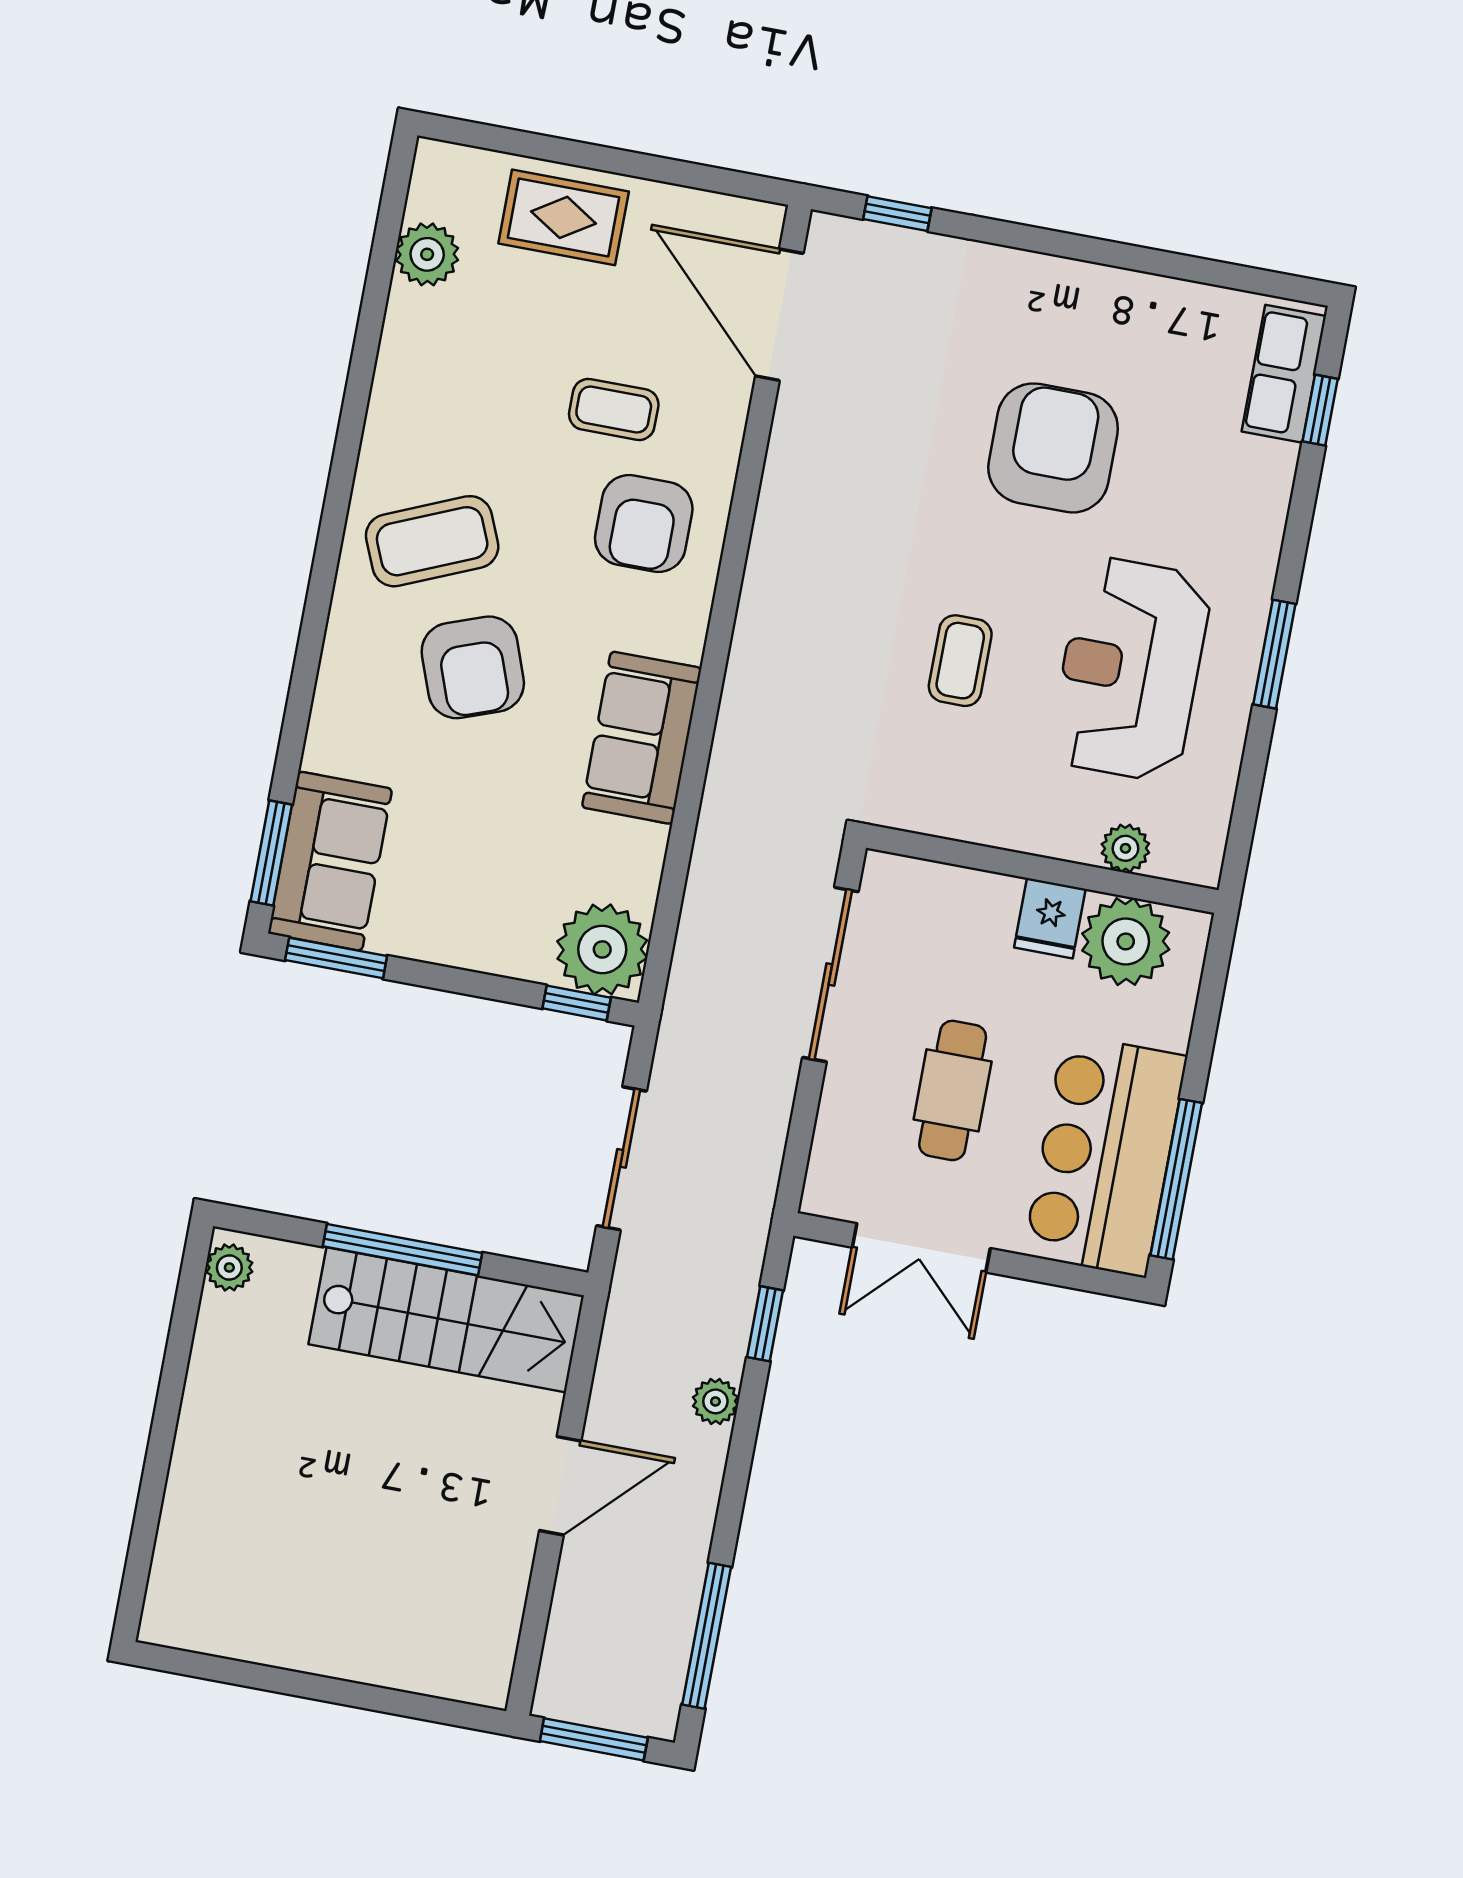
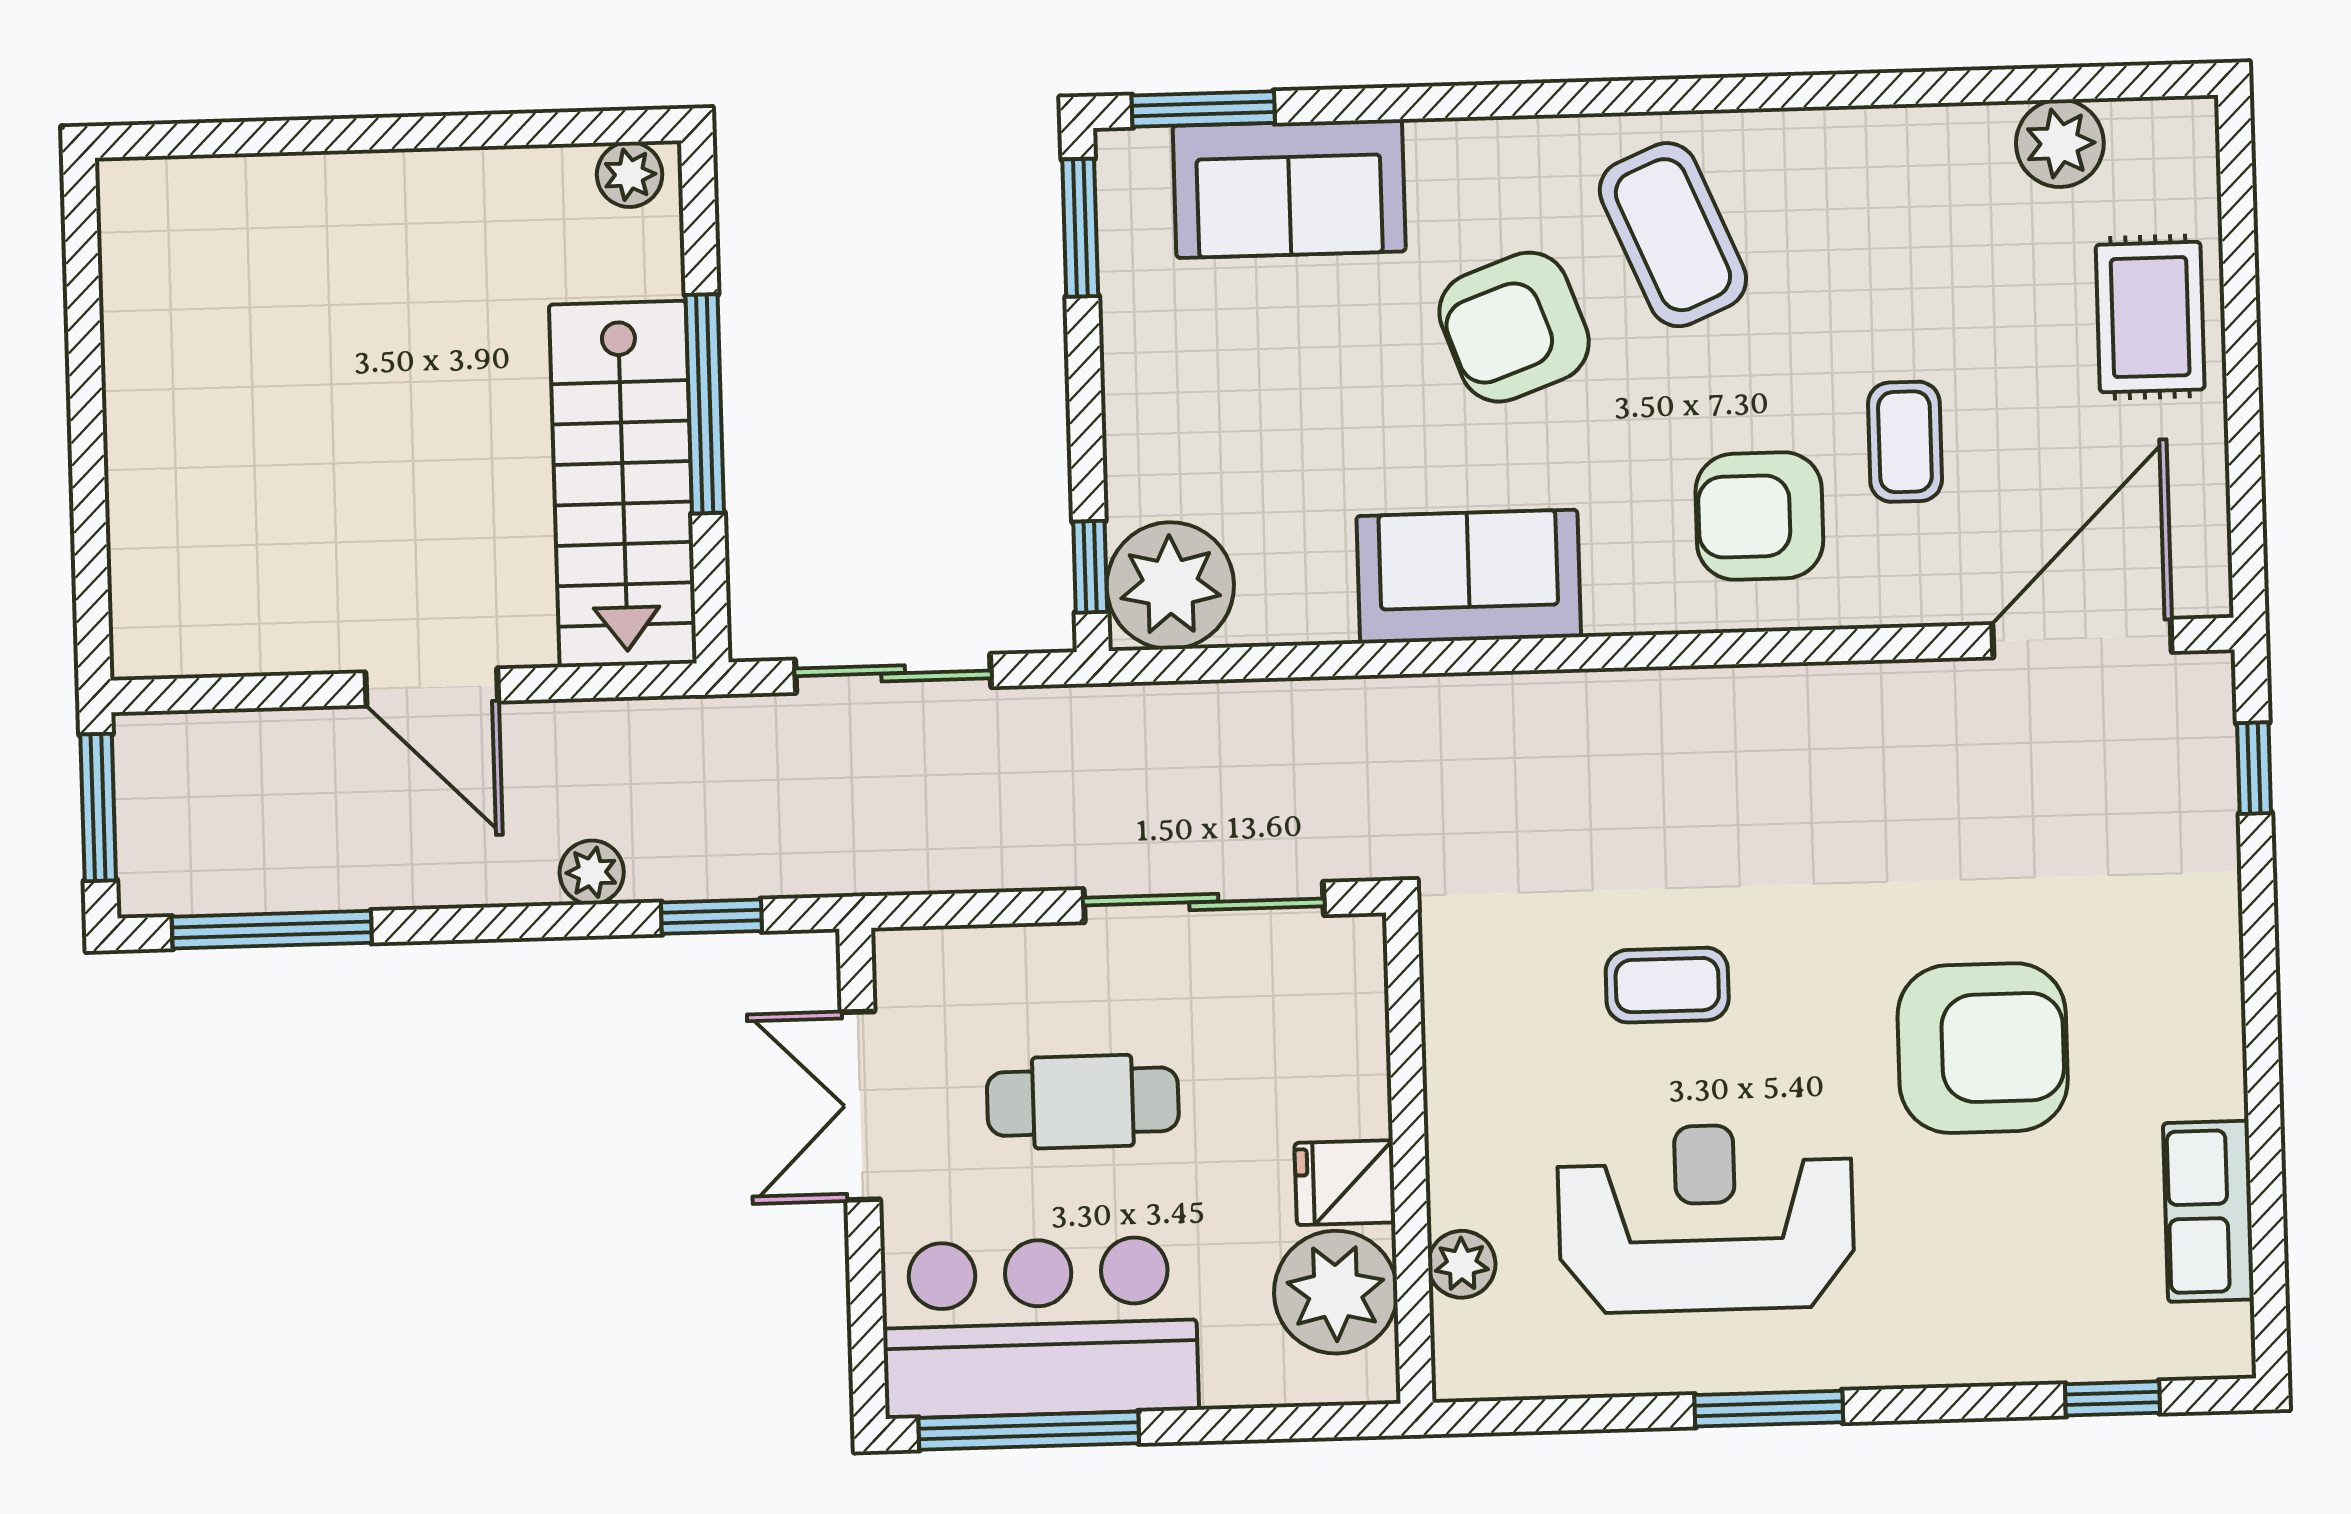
row of seats: (1284, 374) -> (2208, 1211), moved, turned -90
sofa: (330, 861) -> (1289, 189), moved

